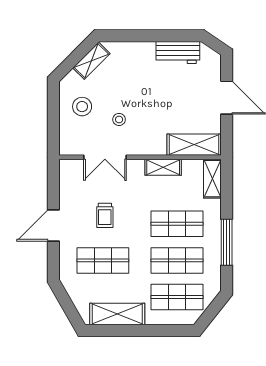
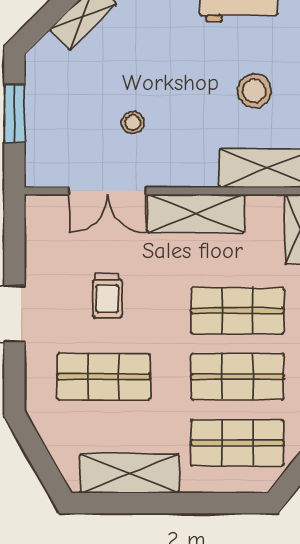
stool: (82, 107) -> (254, 91), moved
window: (53, 115) -> (14, 114), added
shelving: (163, 167) -> (196, 214), width x1.50, depth x1.33

